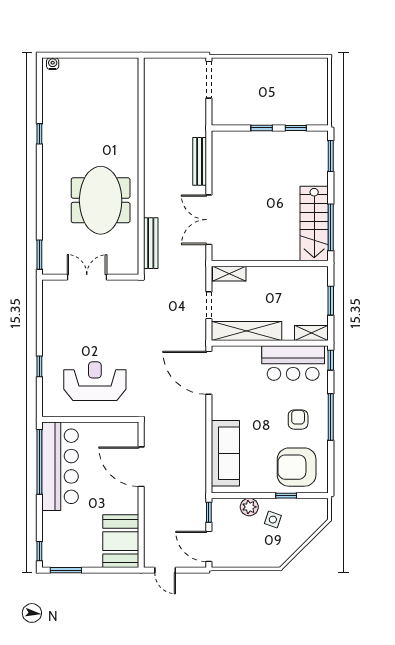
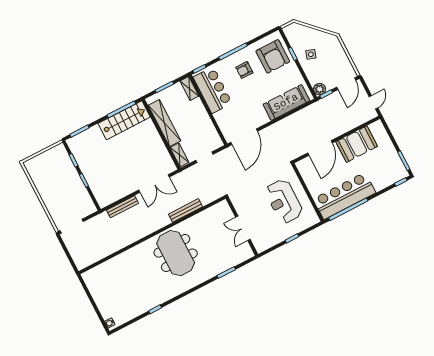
meeting table: (101, 200) -> (176, 253), turned 90
double door: (87, 277) -> (243, 228), moved
wall: (90, 277) -> (242, 226), moved
shelving: (247, 331) -> (164, 123), moved
plant: (249, 507) -> (320, 89), moved
booth: (121, 541) -> (357, 144), moved

